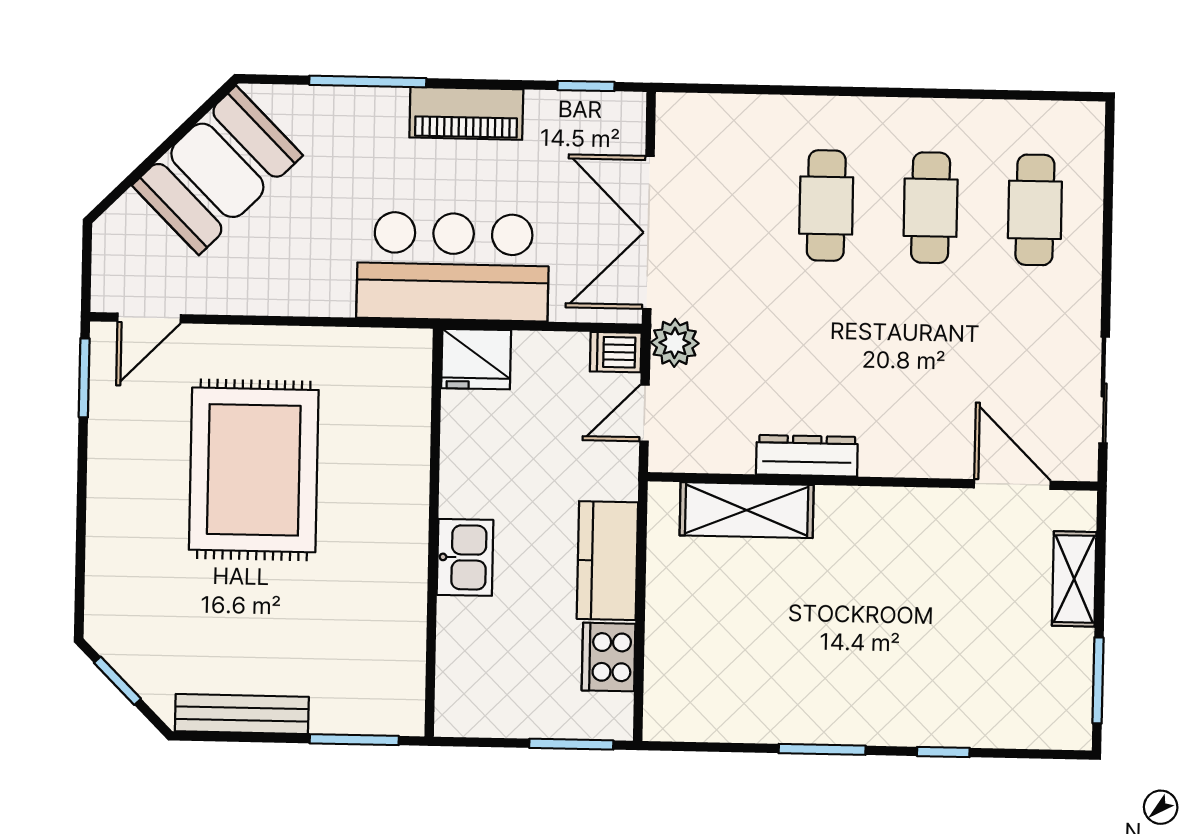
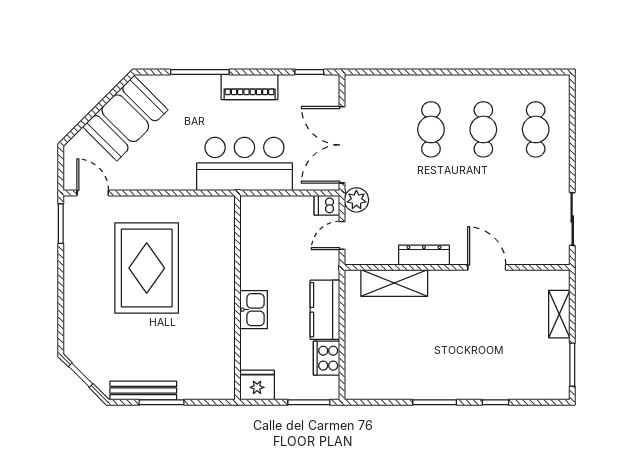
door: (149, 318) -> (93, 193), swing flipped
fridge: (476, 359) -> (257, 385), moved, turned 180
door: (1012, 484) -> (487, 267), moved
window: (354, 740) -> (161, 402), moved

